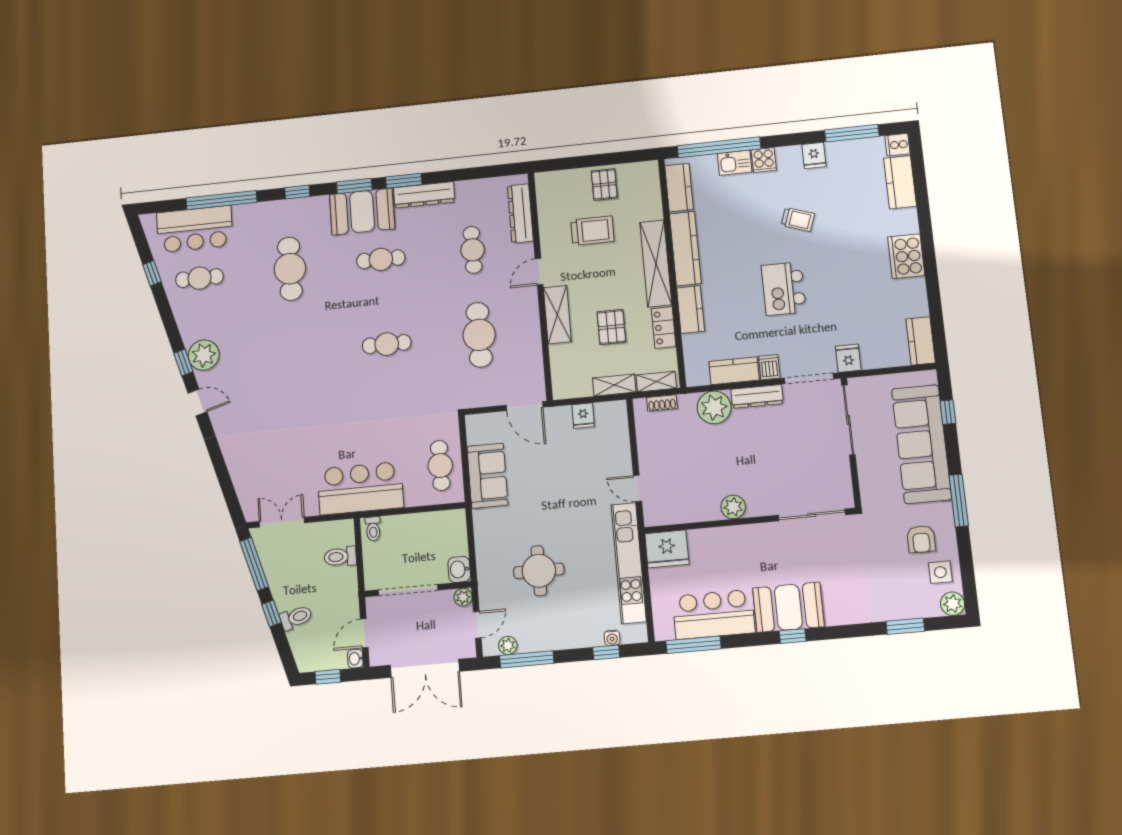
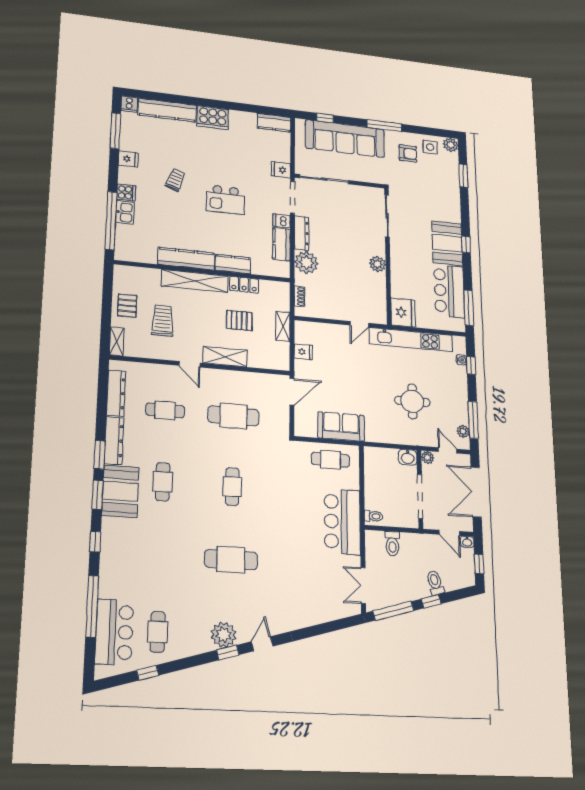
kitchen counter: (900, 182) -> (167, 110), width x1.50
pallet: (604, 184) -> (127, 306), turned 90
kitchen counter: (679, 188) -> (138, 254), removed
dresser: (520, 213) -> (116, 393), moved, turned -90
cafe table: (290, 269) -> (231, 560), moved
shelving: (656, 382) -> (117, 341), moved
double door: (425, 668) -> (476, 492), swing flipped

